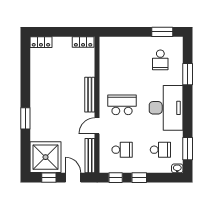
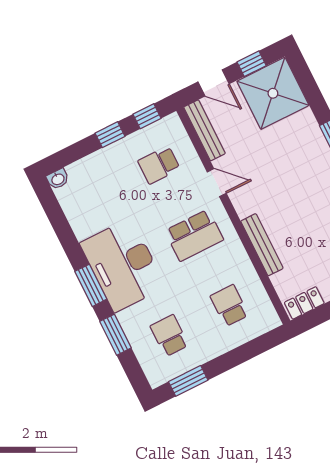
bench: (90, 95) -> (262, 245), moved
door: (97, 126) -> (217, 183), hinge flipped
window: (188, 149) -> (91, 285), moved
school desk: (160, 150) -> (229, 306), moved, turned 90

